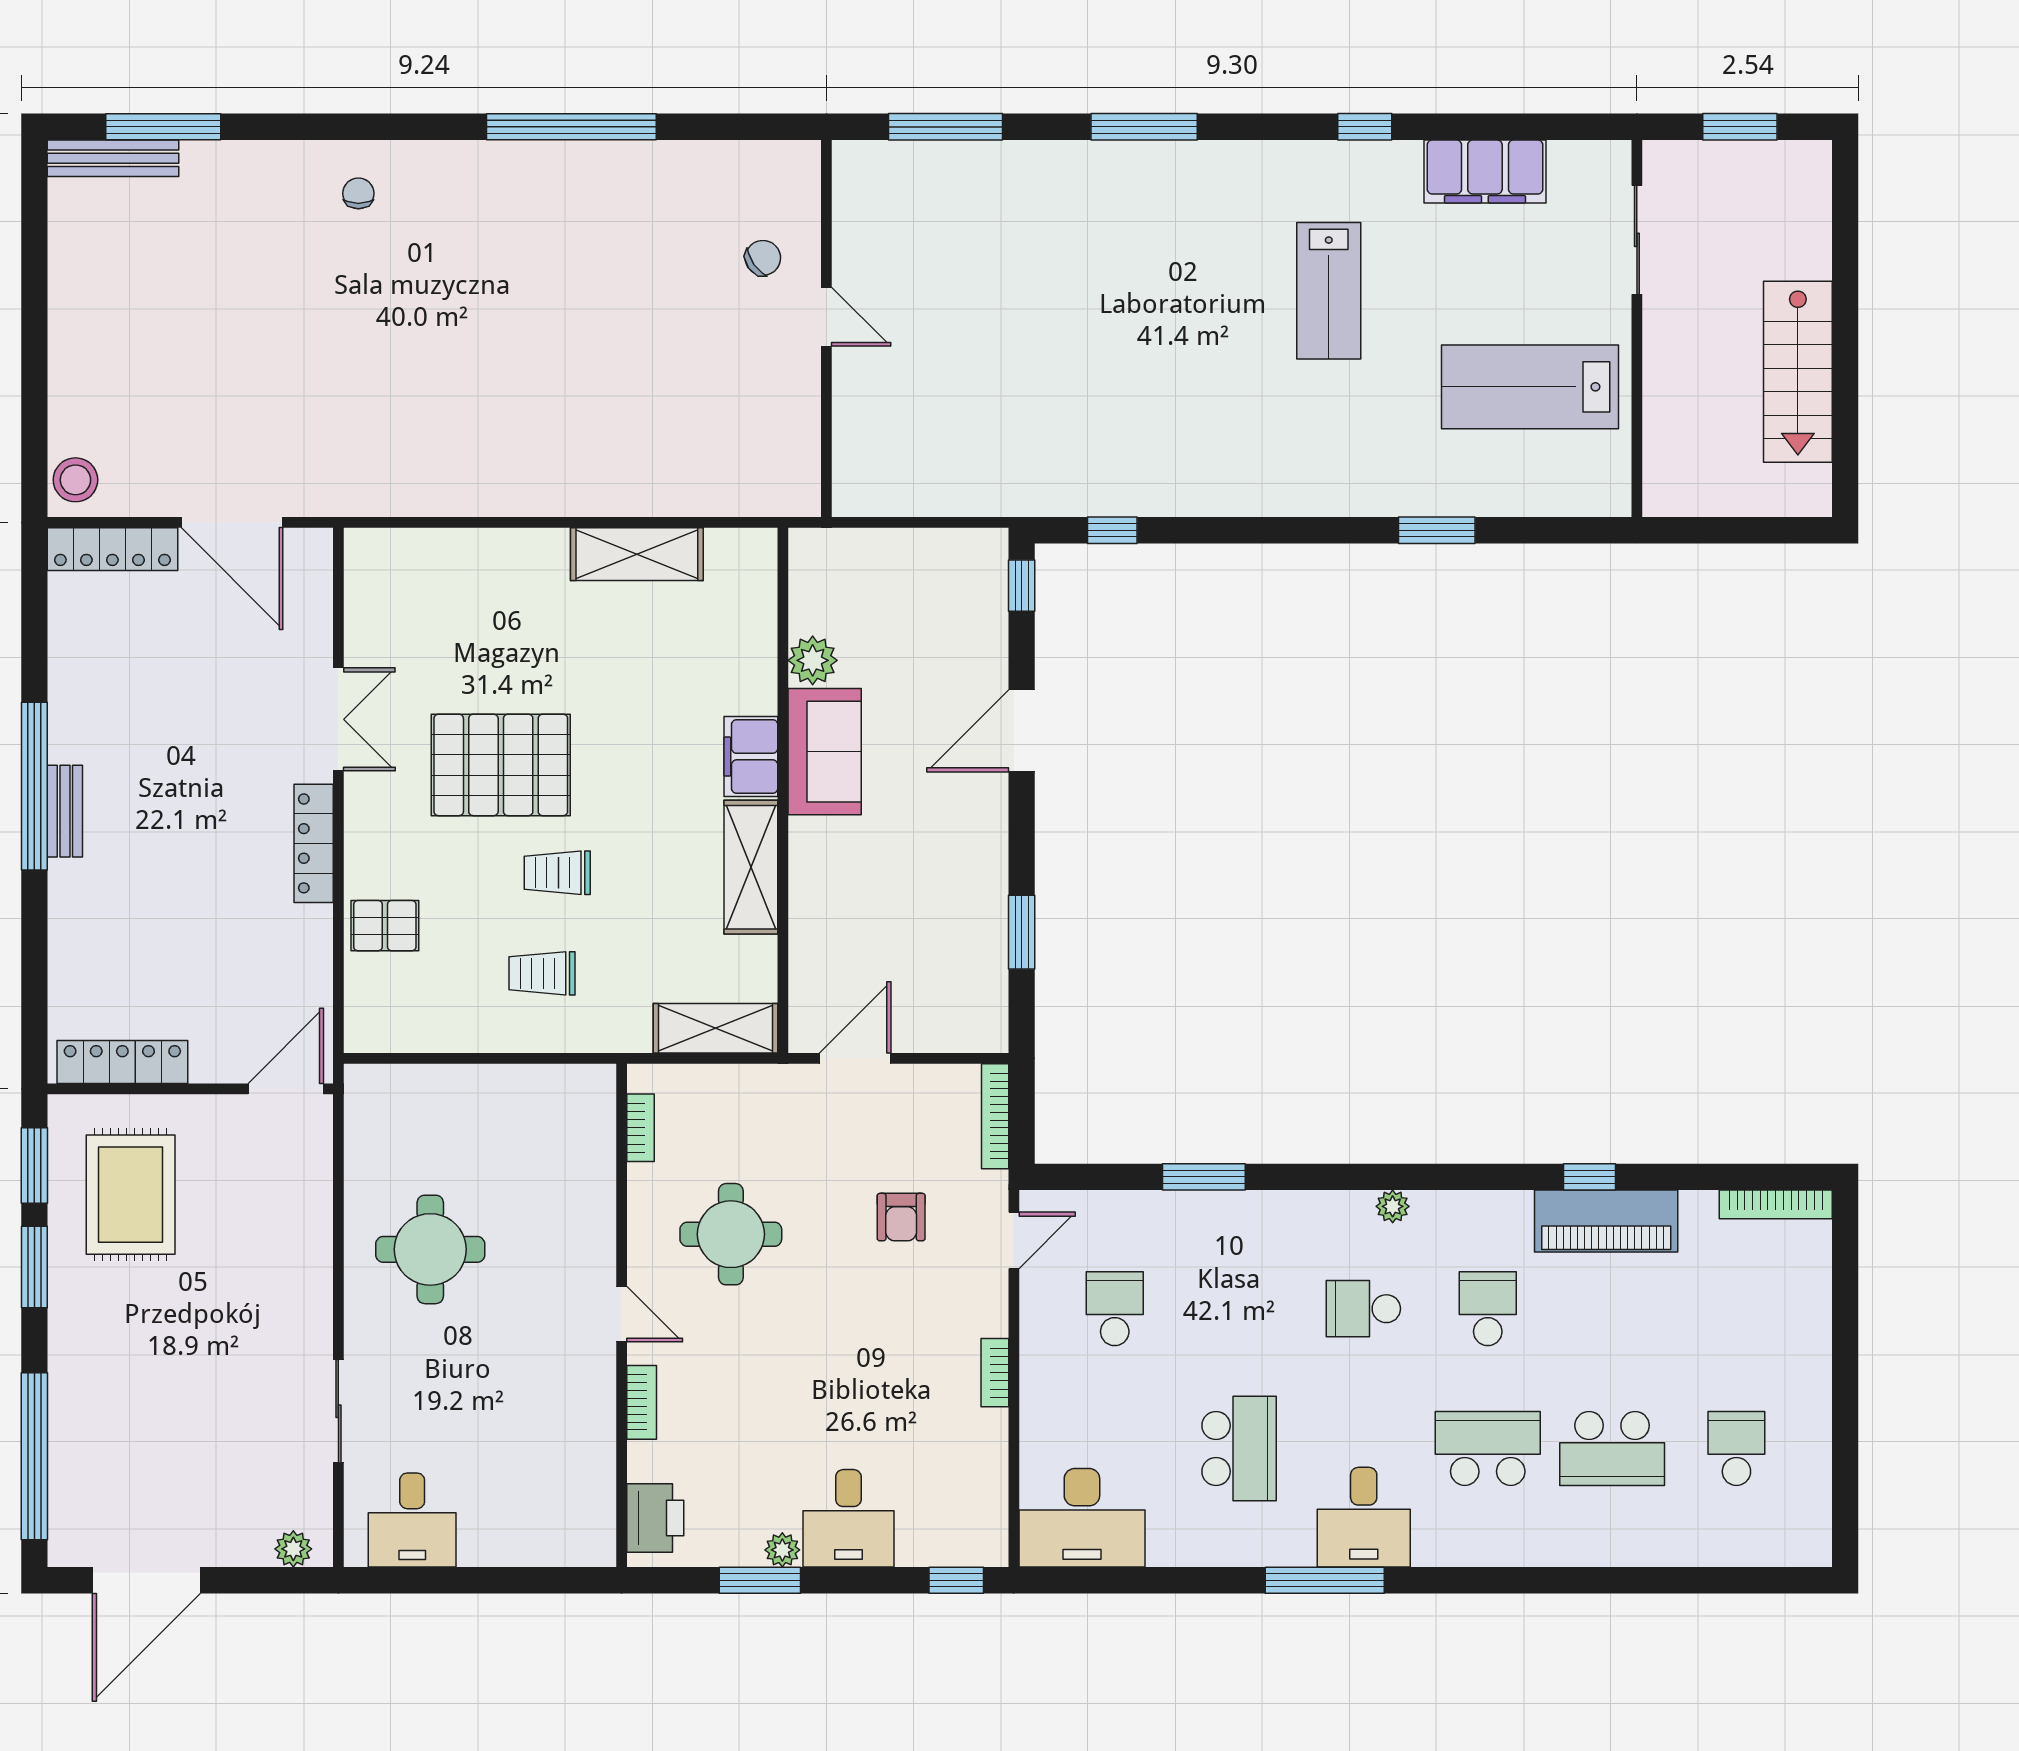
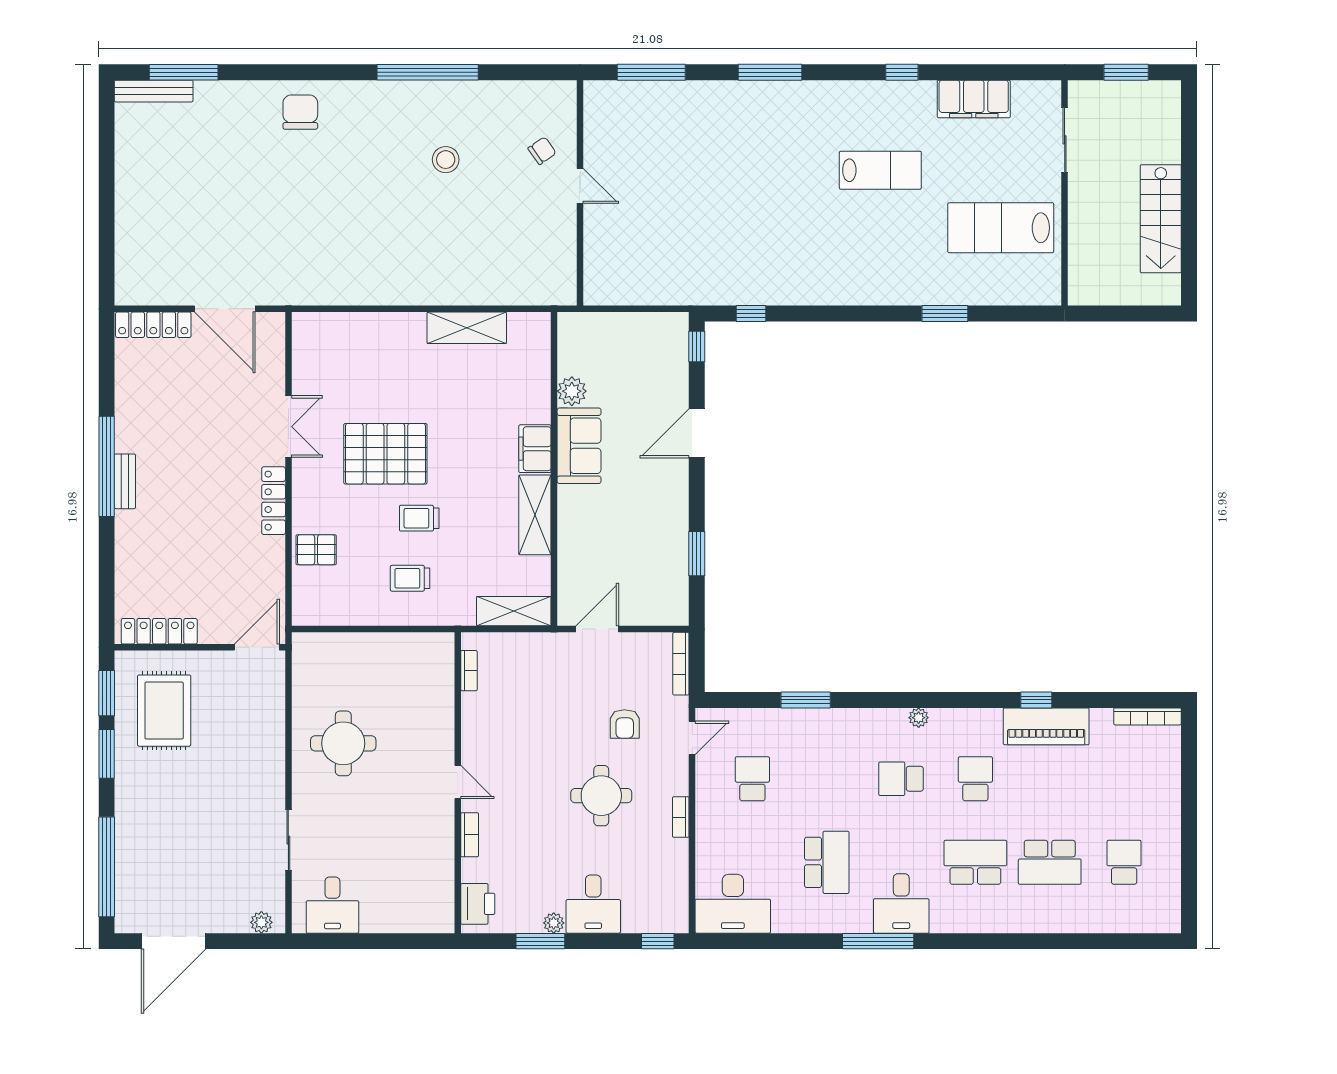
chair: (358, 193) -> (300, 112), width x1.87, depth x1.87
lab bench: (1329, 291) -> (880, 170), turned -90
stool: (75, 480) -> (446, 160), moved
round table: (731, 1234) -> (601, 796), moved

